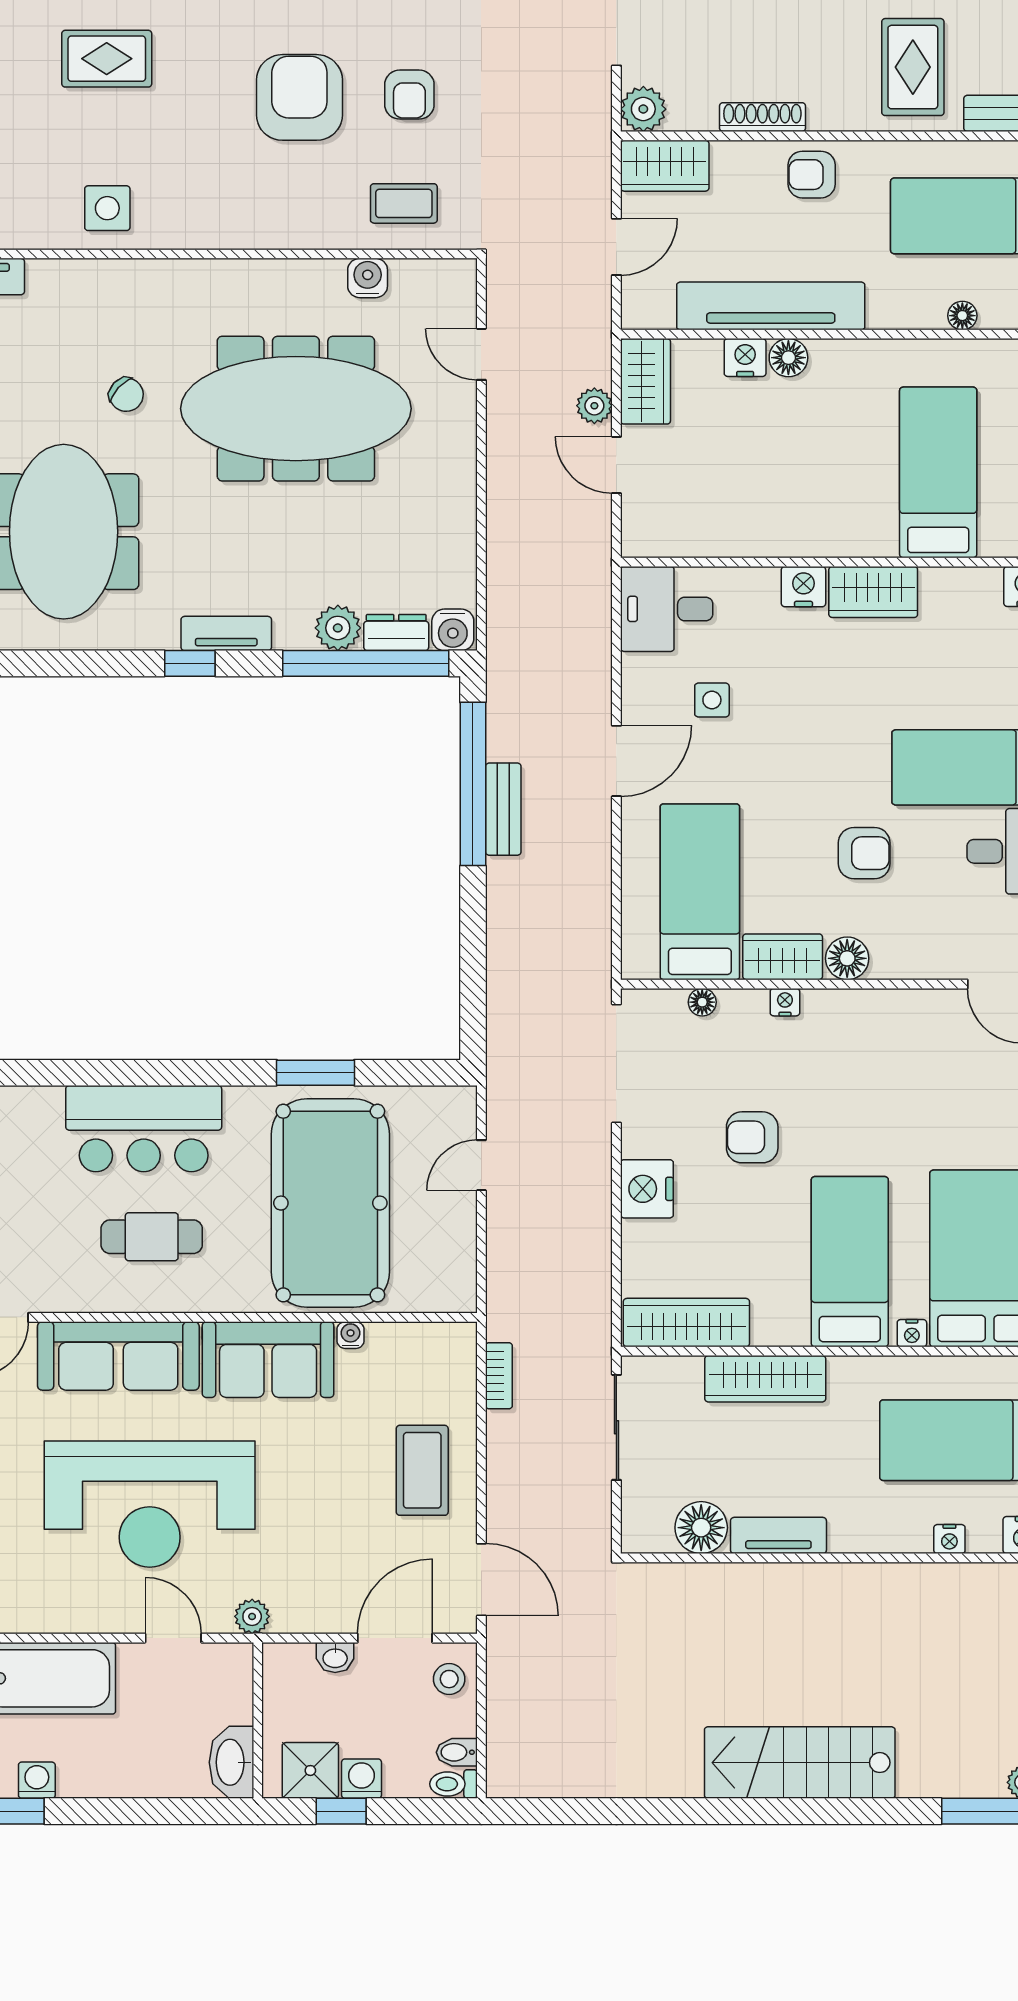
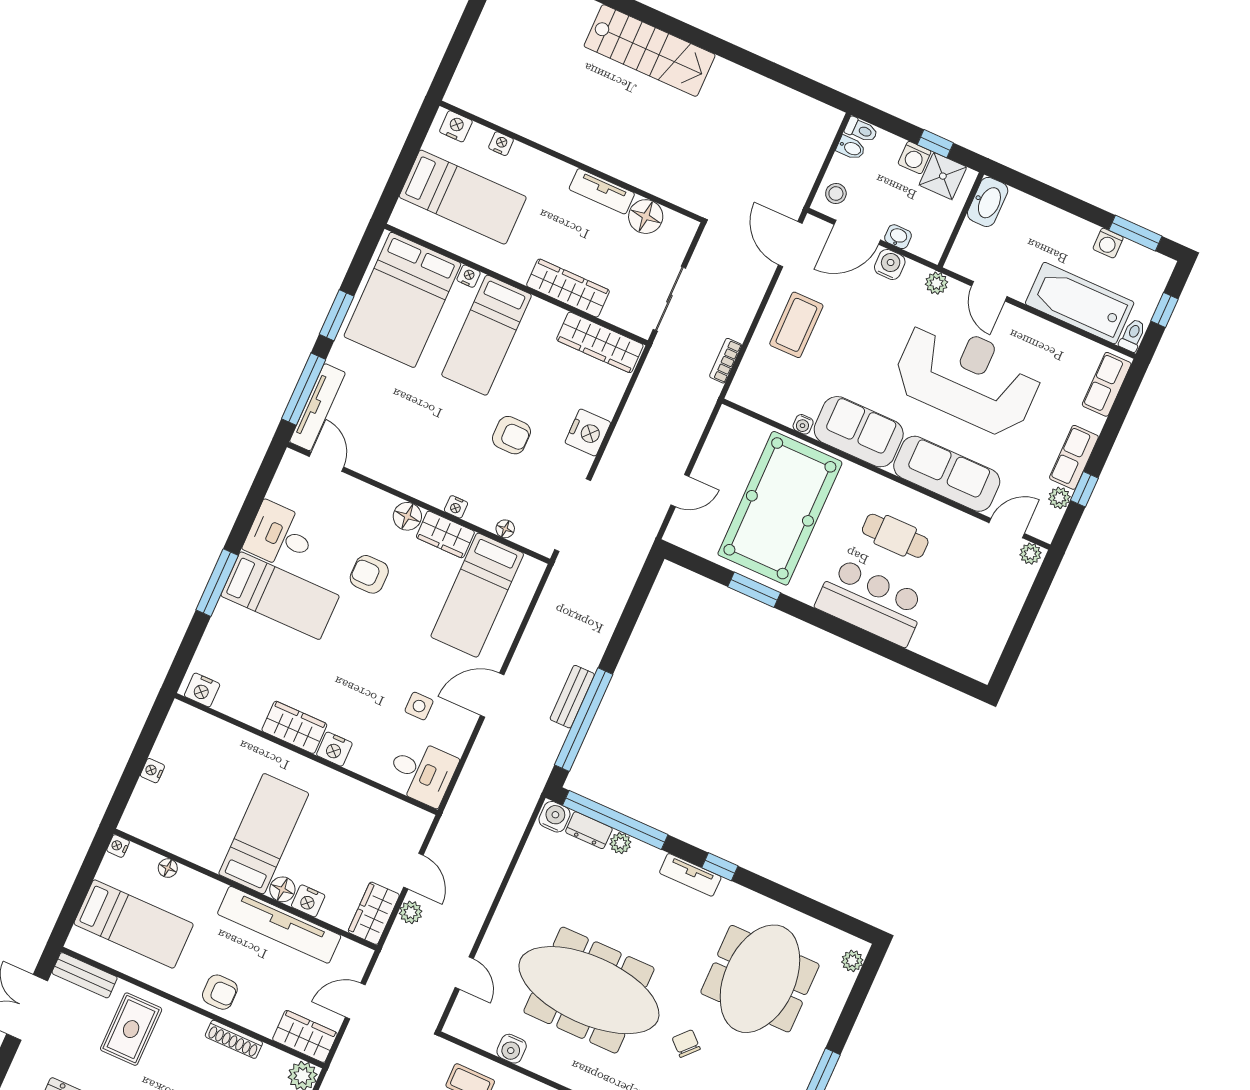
bed: (938, 472) -> (264, 834), moved, turned 180
plant: (338, 628) -> (620, 843), width x0.73, depth x0.73
water cooler: (329, 1613) -> (890, 264), added

